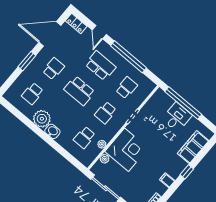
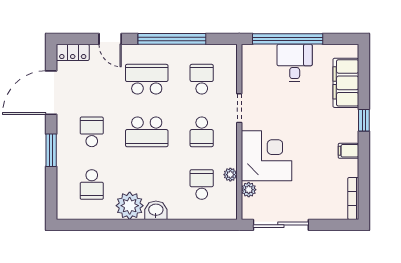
school desk: (84, 137) -> (202, 184), turned 180

